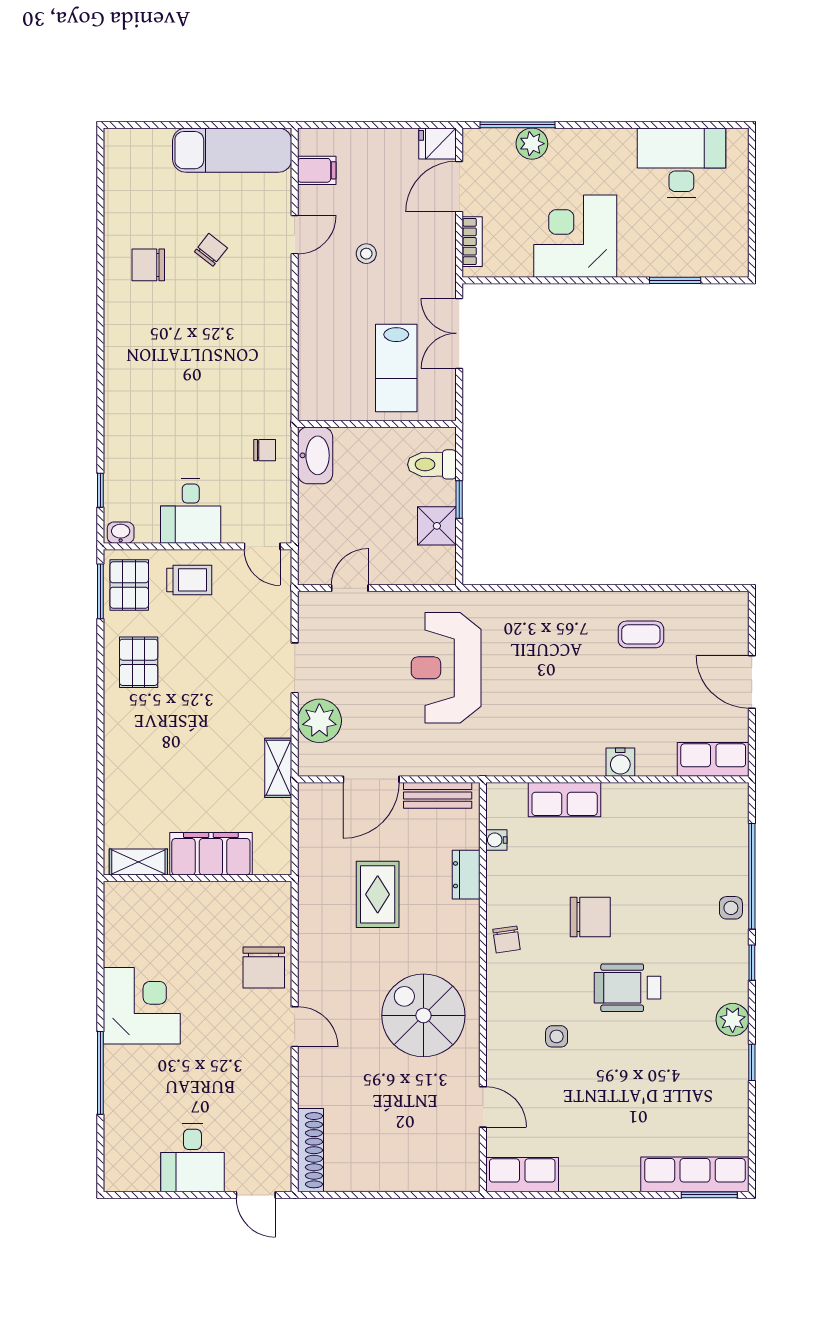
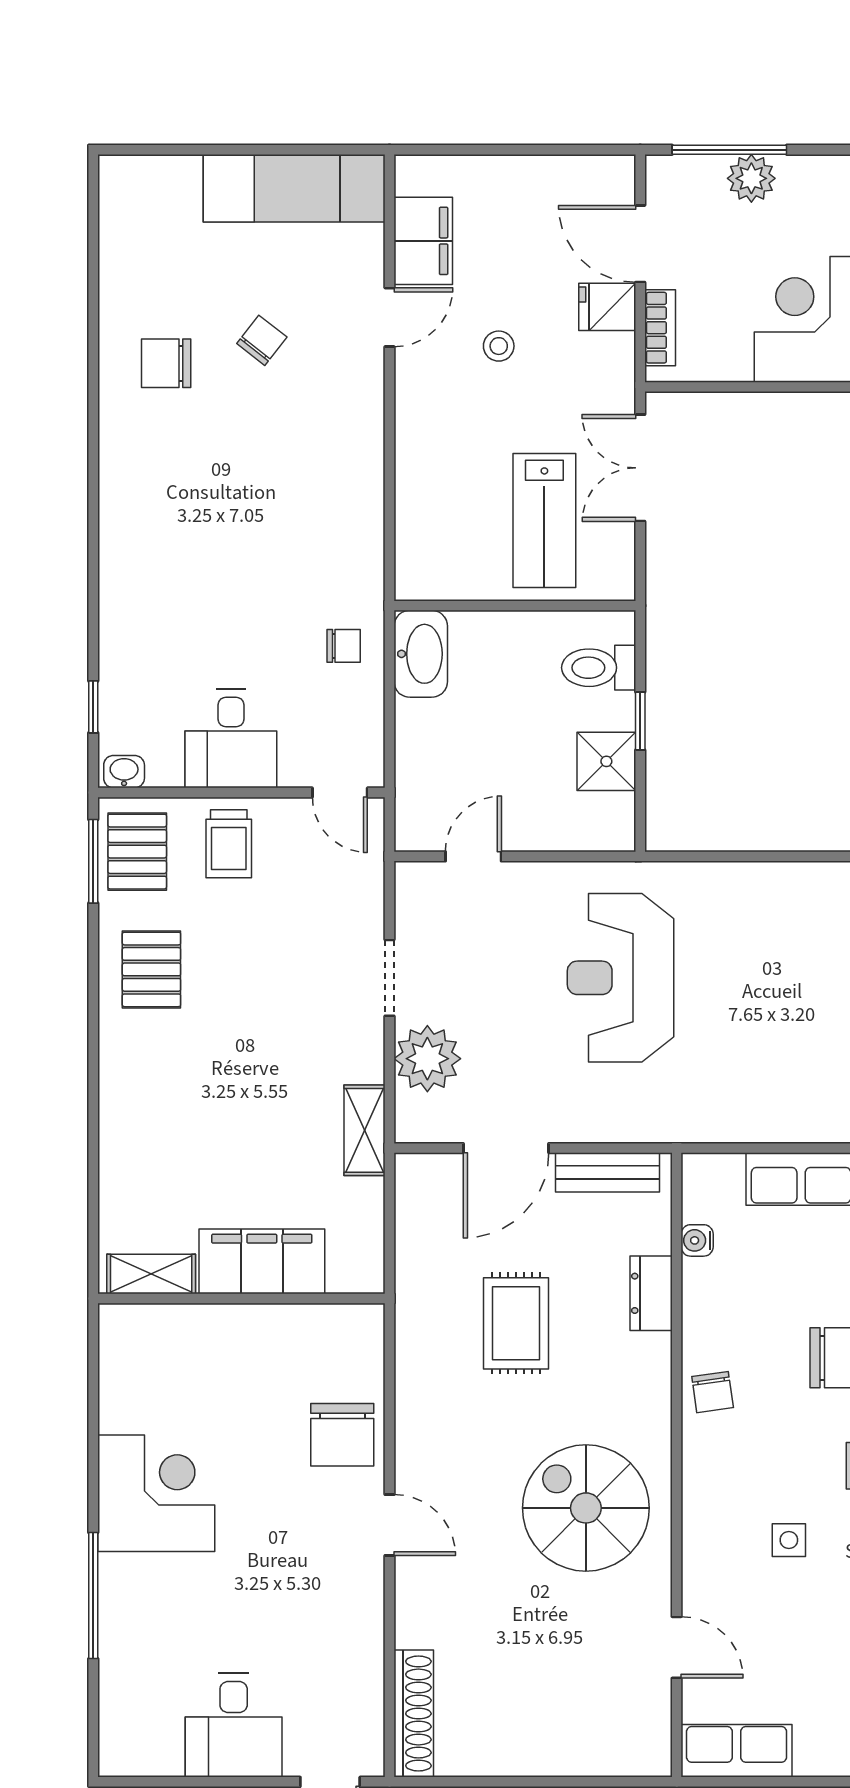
fridge: (437, 144) -> (607, 307), moved
filing cabinet: (317, 170) -> (423, 241), width x2.00
door: (459, 187) -> (640, 244), hinge flipped
trolley: (189, 580) -> (229, 844), turned 90

